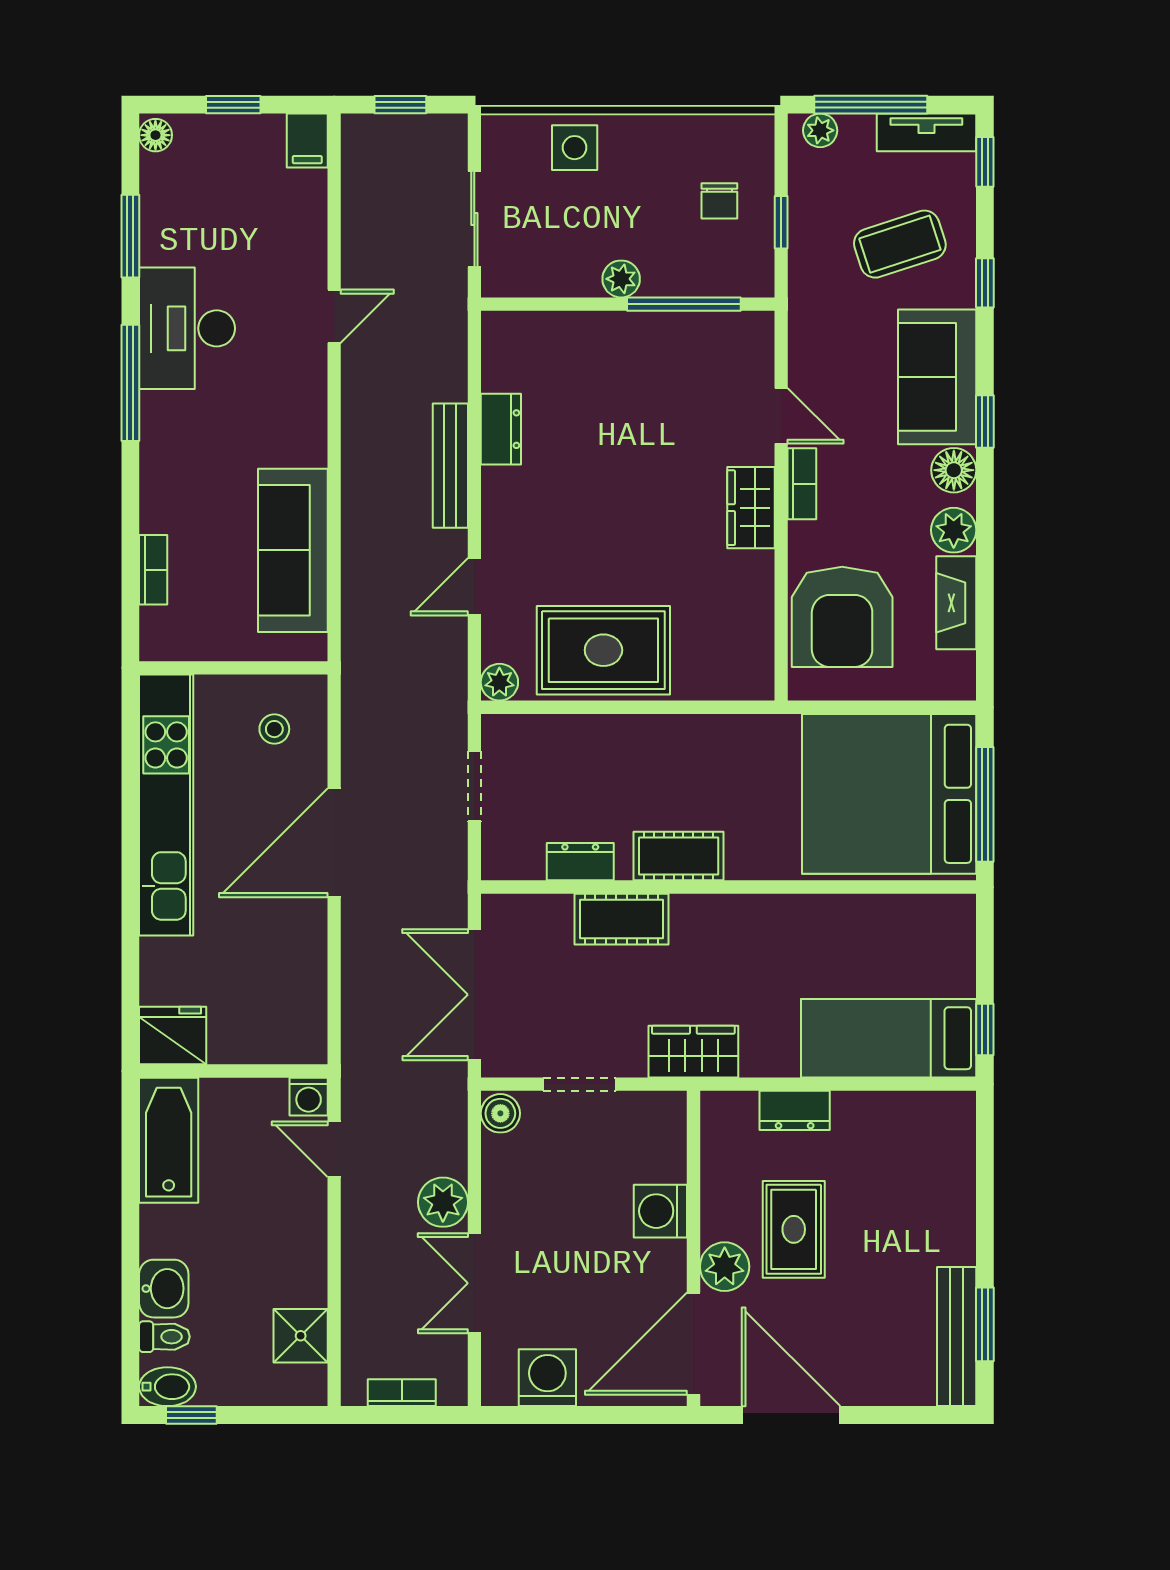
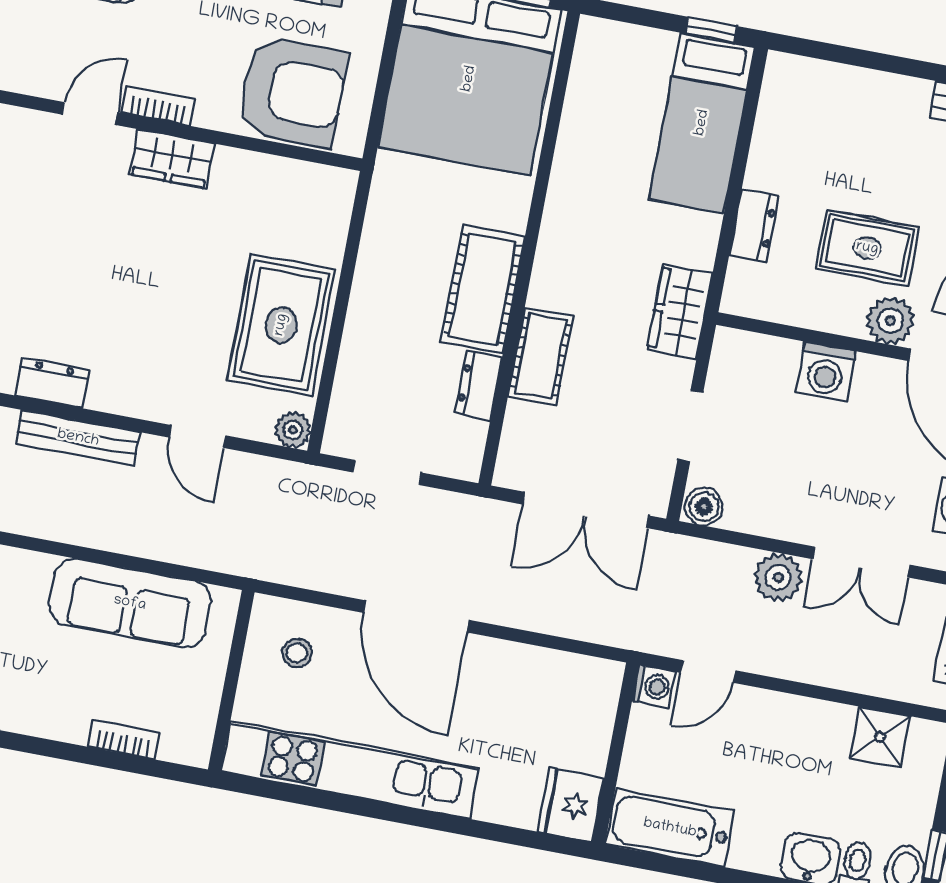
cot: (679, 856) -> (483, 289), width x1.37, depth x1.34

